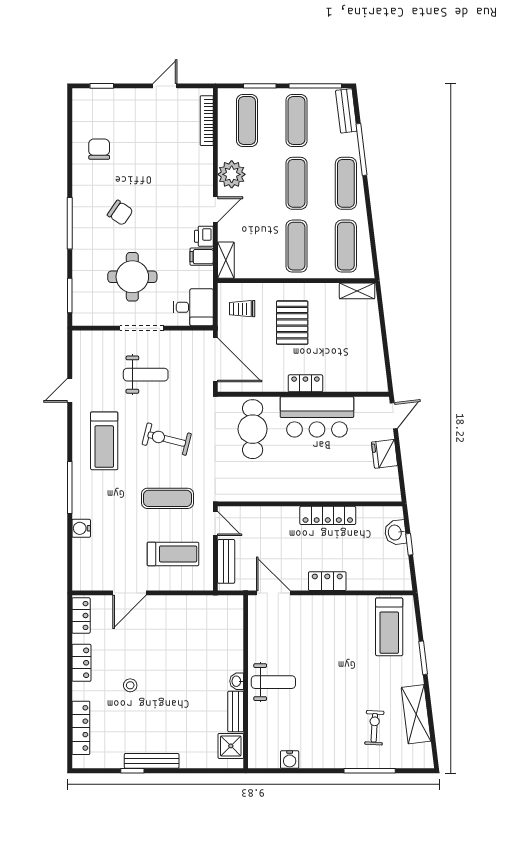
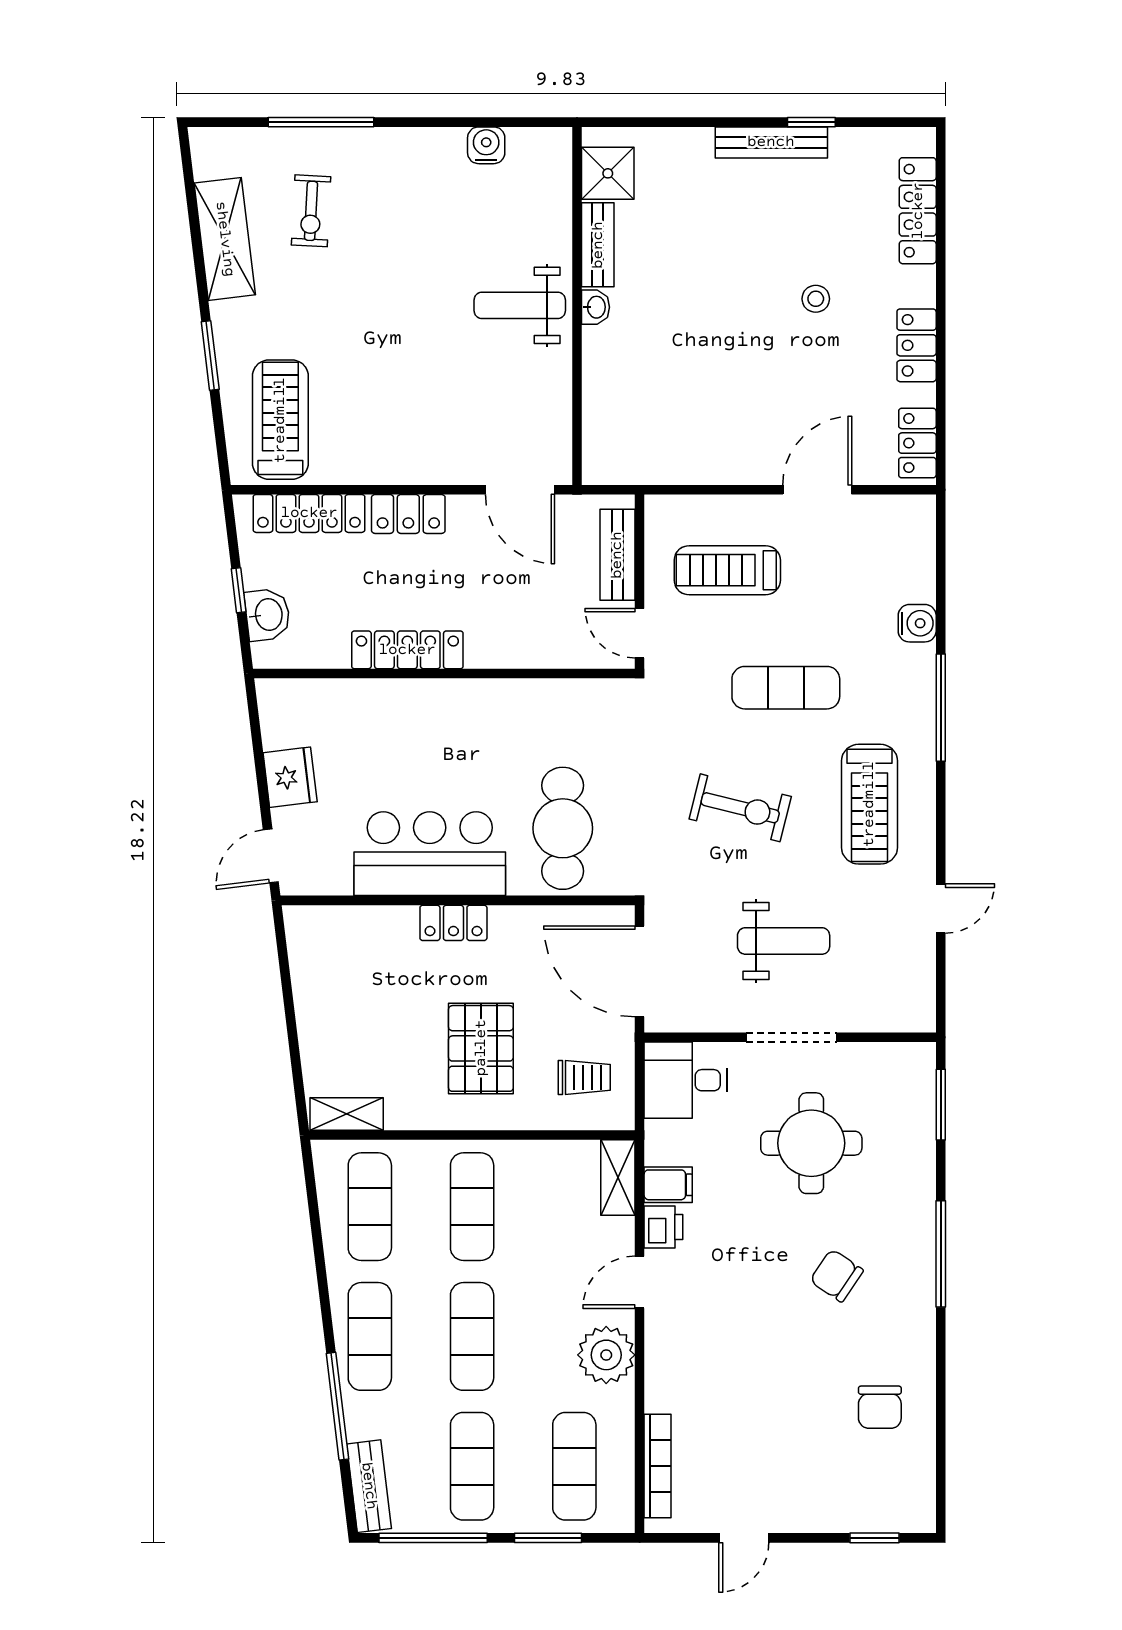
weight bench: (146, 375) -> (784, 941), turned 180
treadmill: (104, 441) -> (869, 804), turned 180
exercise mat: (167, 498) -> (786, 688), moved
locker: (375, 581) -> (309, 513), added

